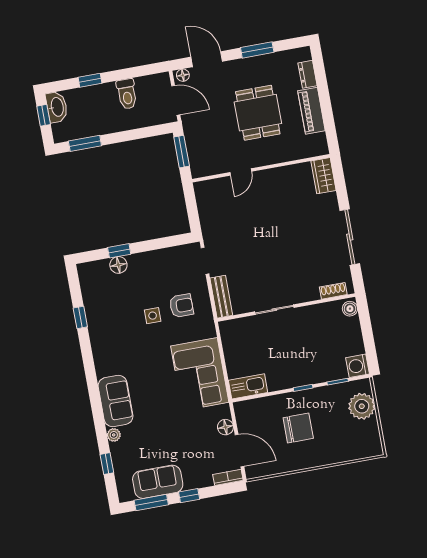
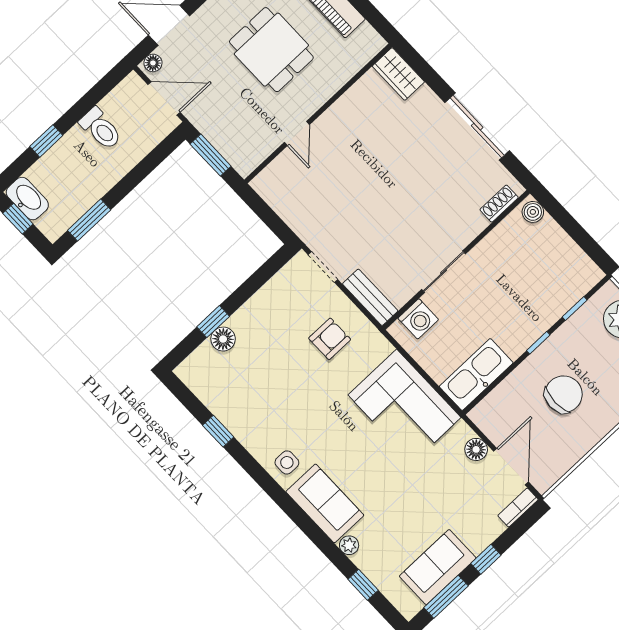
side table: (153, 316) -> (287, 462), moved
washing machine: (358, 366) -> (418, 319), moved, turned -90
kitchen sink: (248, 386) -> (476, 375), width x1.36, depth x1.24
door: (239, 450) -> (511, 467), hinge flipped

